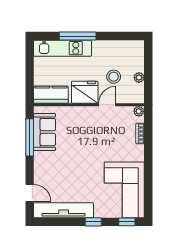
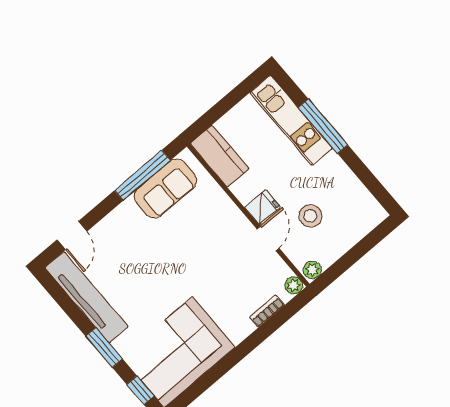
plant: (139, 78) -> (312, 270), moved
fridge: (85, 92) -> (262, 207), width x0.53, depth x0.75
door: (107, 105) -> (268, 238), hinge flipped
window: (93, 222) -> (104, 348), width x1.50

